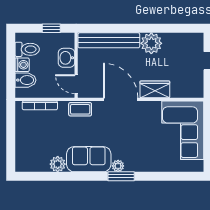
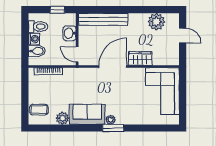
plant: (151, 43) -> (156, 22), moved
door: (121, 99) -> (113, 67), hinge flipped
coffee table: (80, 109) -> (39, 110), moved

